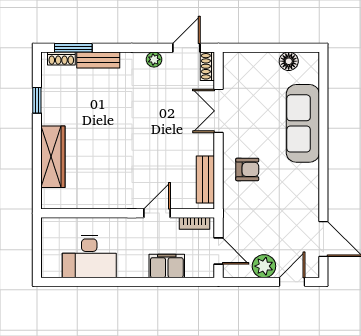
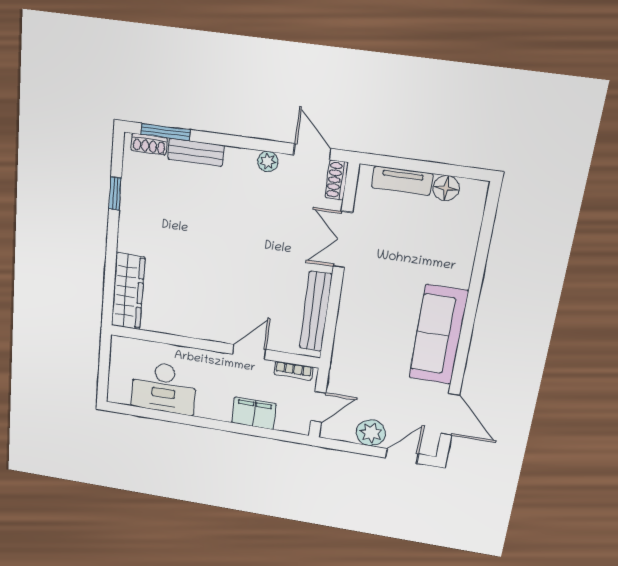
door: (186, 48) -> (312, 152), hinge flipped
tv unit: (256, 60) -> (402, 181), added
sofa: (303, 123) -> (438, 335), moved
wardrobe: (53, 157) -> (128, 291), moved
armchair: (247, 169) -> (368, 318), removed
bench: (205, 179) -> (315, 311), width x1.36
door: (219, 251) -> (318, 407), hinge flipped

